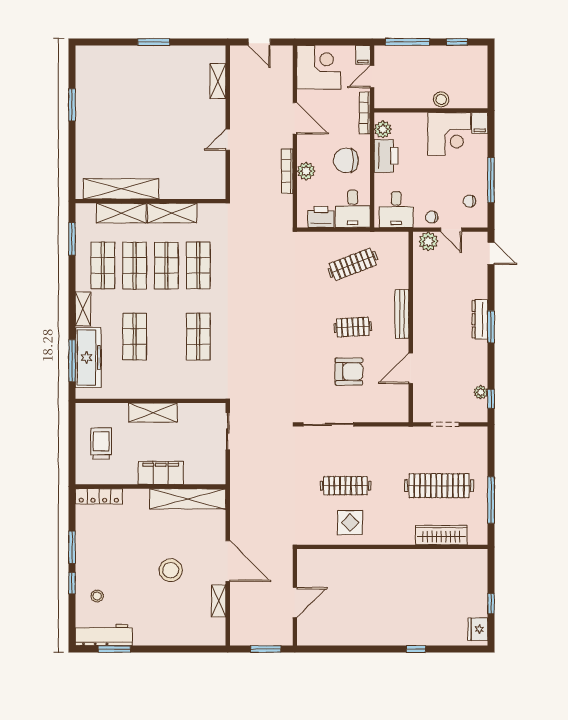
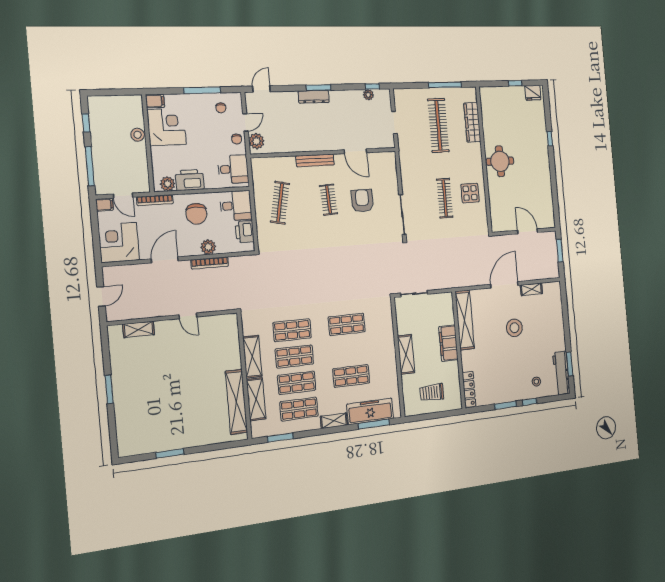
clothes rail: (353, 264) -> (280, 203), turned 33
round table: (389, 571) -> (500, 161), added

